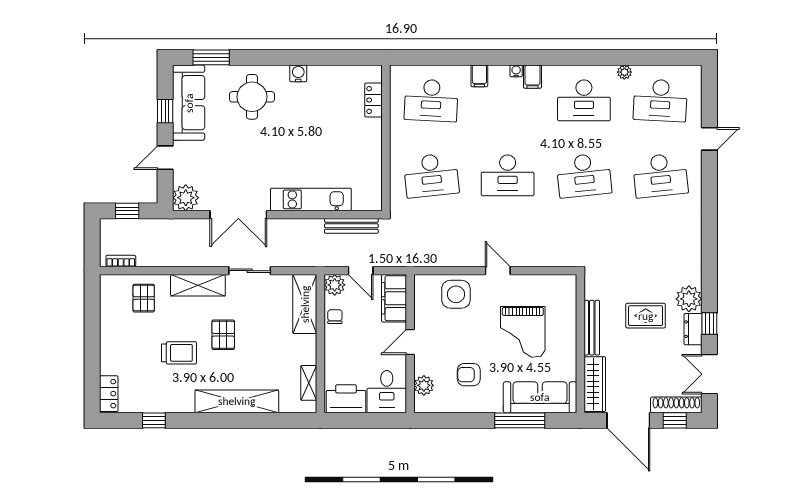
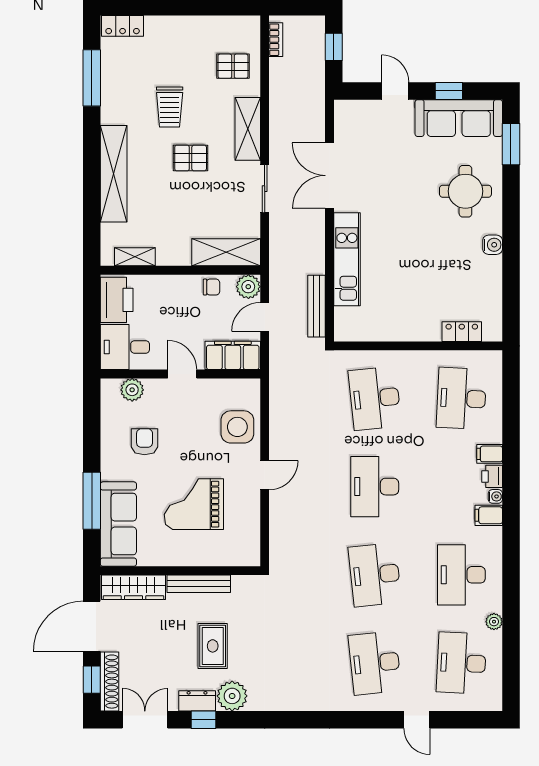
printer: (499, 74) -> (492, 476), added
plant: (186, 198) -> (349, 115), removed
window: (154, 420) -> (92, 78), width x2.17

